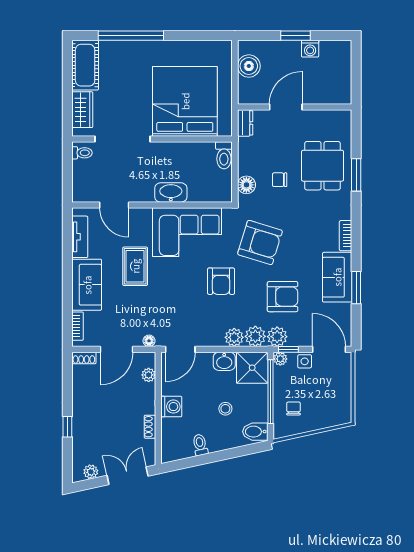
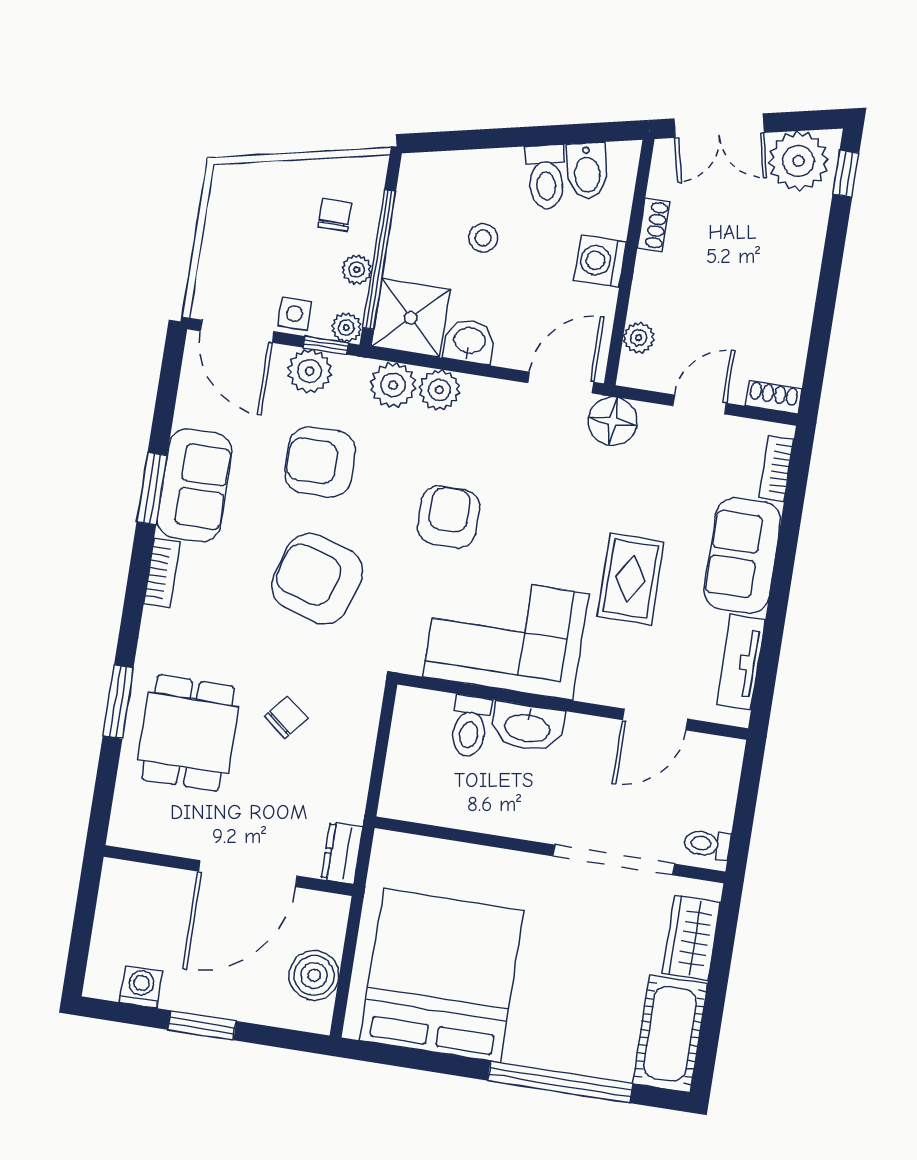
washing machine: (310, 49) -> (141, 987), moved
bed: (185, 101) -> (442, 975), moved, turned 180
door: (286, 107) -> (248, 874), width x1.36
toilet: (224, 155) -> (470, 726), moved, turned 180
chair: (280, 180) -> (286, 717), turned -51
floor lamp: (246, 185) -> (360, 718), removed
door: (114, 205) -> (655, 719), swing flipped
armchair: (260, 242) -> (317, 579), moved
window: (356, 288) -> (152, 489), moved
plant: (277, 337) -> (310, 371), moved
floor lamp: (149, 341) -> (613, 421), width x1.89, depth x1.89
door: (116, 349) -> (700, 404), width x0.73
plant: (280, 386) -> (357, 270), added
chair: (293, 409) -> (335, 215), turned 180
window: (67, 427) -> (846, 174), moved
bidet: (255, 432) -> (587, 171), moved, turned 78
toilet: (200, 445) -> (546, 177), width x1.37, depth x1.39
plant: (91, 472) -> (798, 161), width x1.88, depth x1.88

